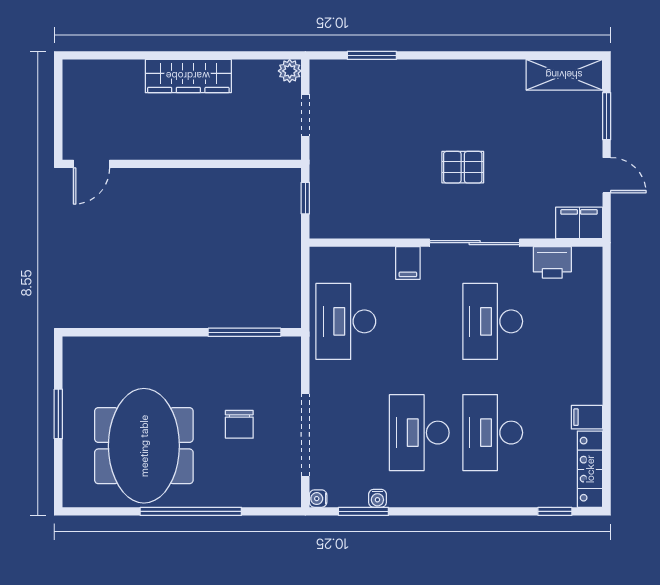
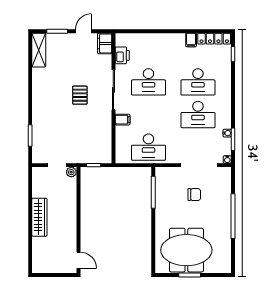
plant: (290, 71) -> (71, 172), moved
meeting table: (144, 446) -> (186, 250), moved

